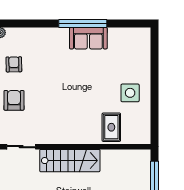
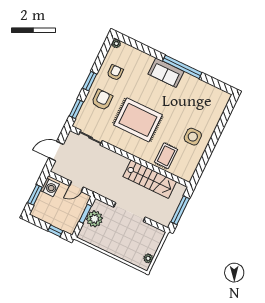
sofa: (88, 38) -> (166, 73), moved
rug: (63, 103) -> (138, 120), added
stairs: (70, 161) -> (150, 179), moved

